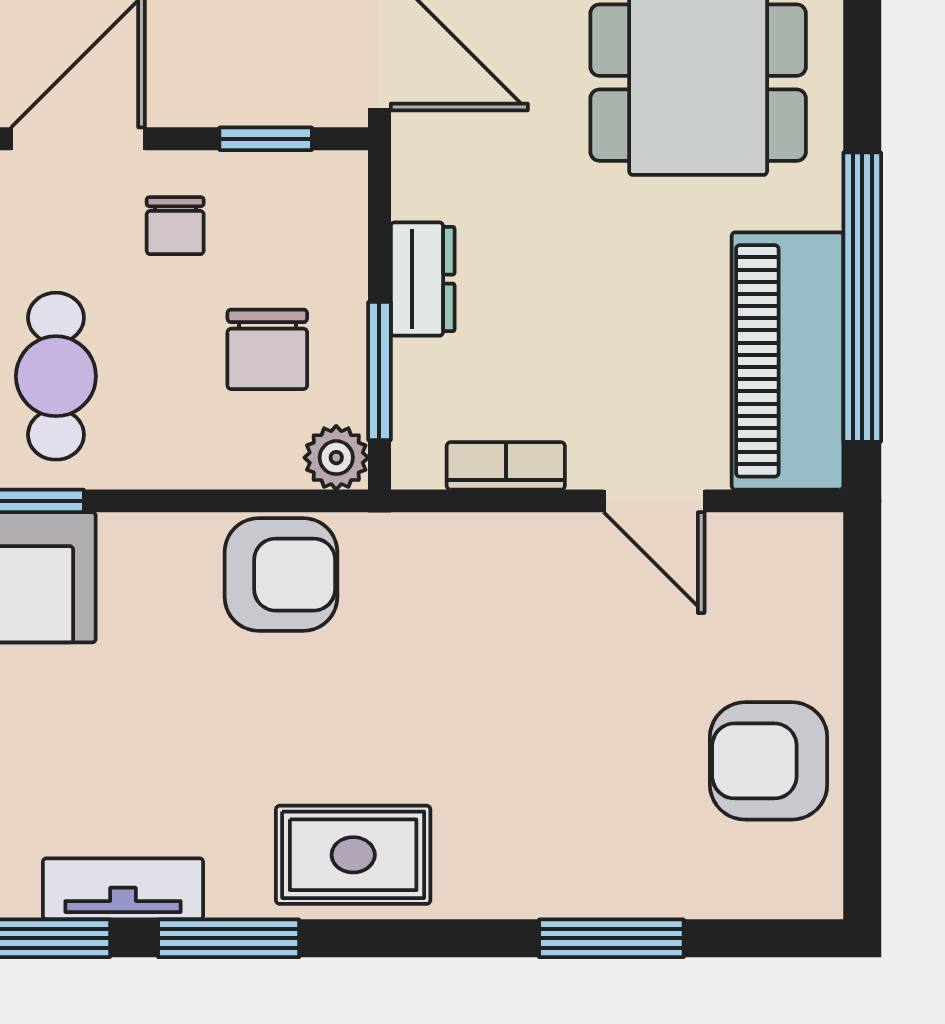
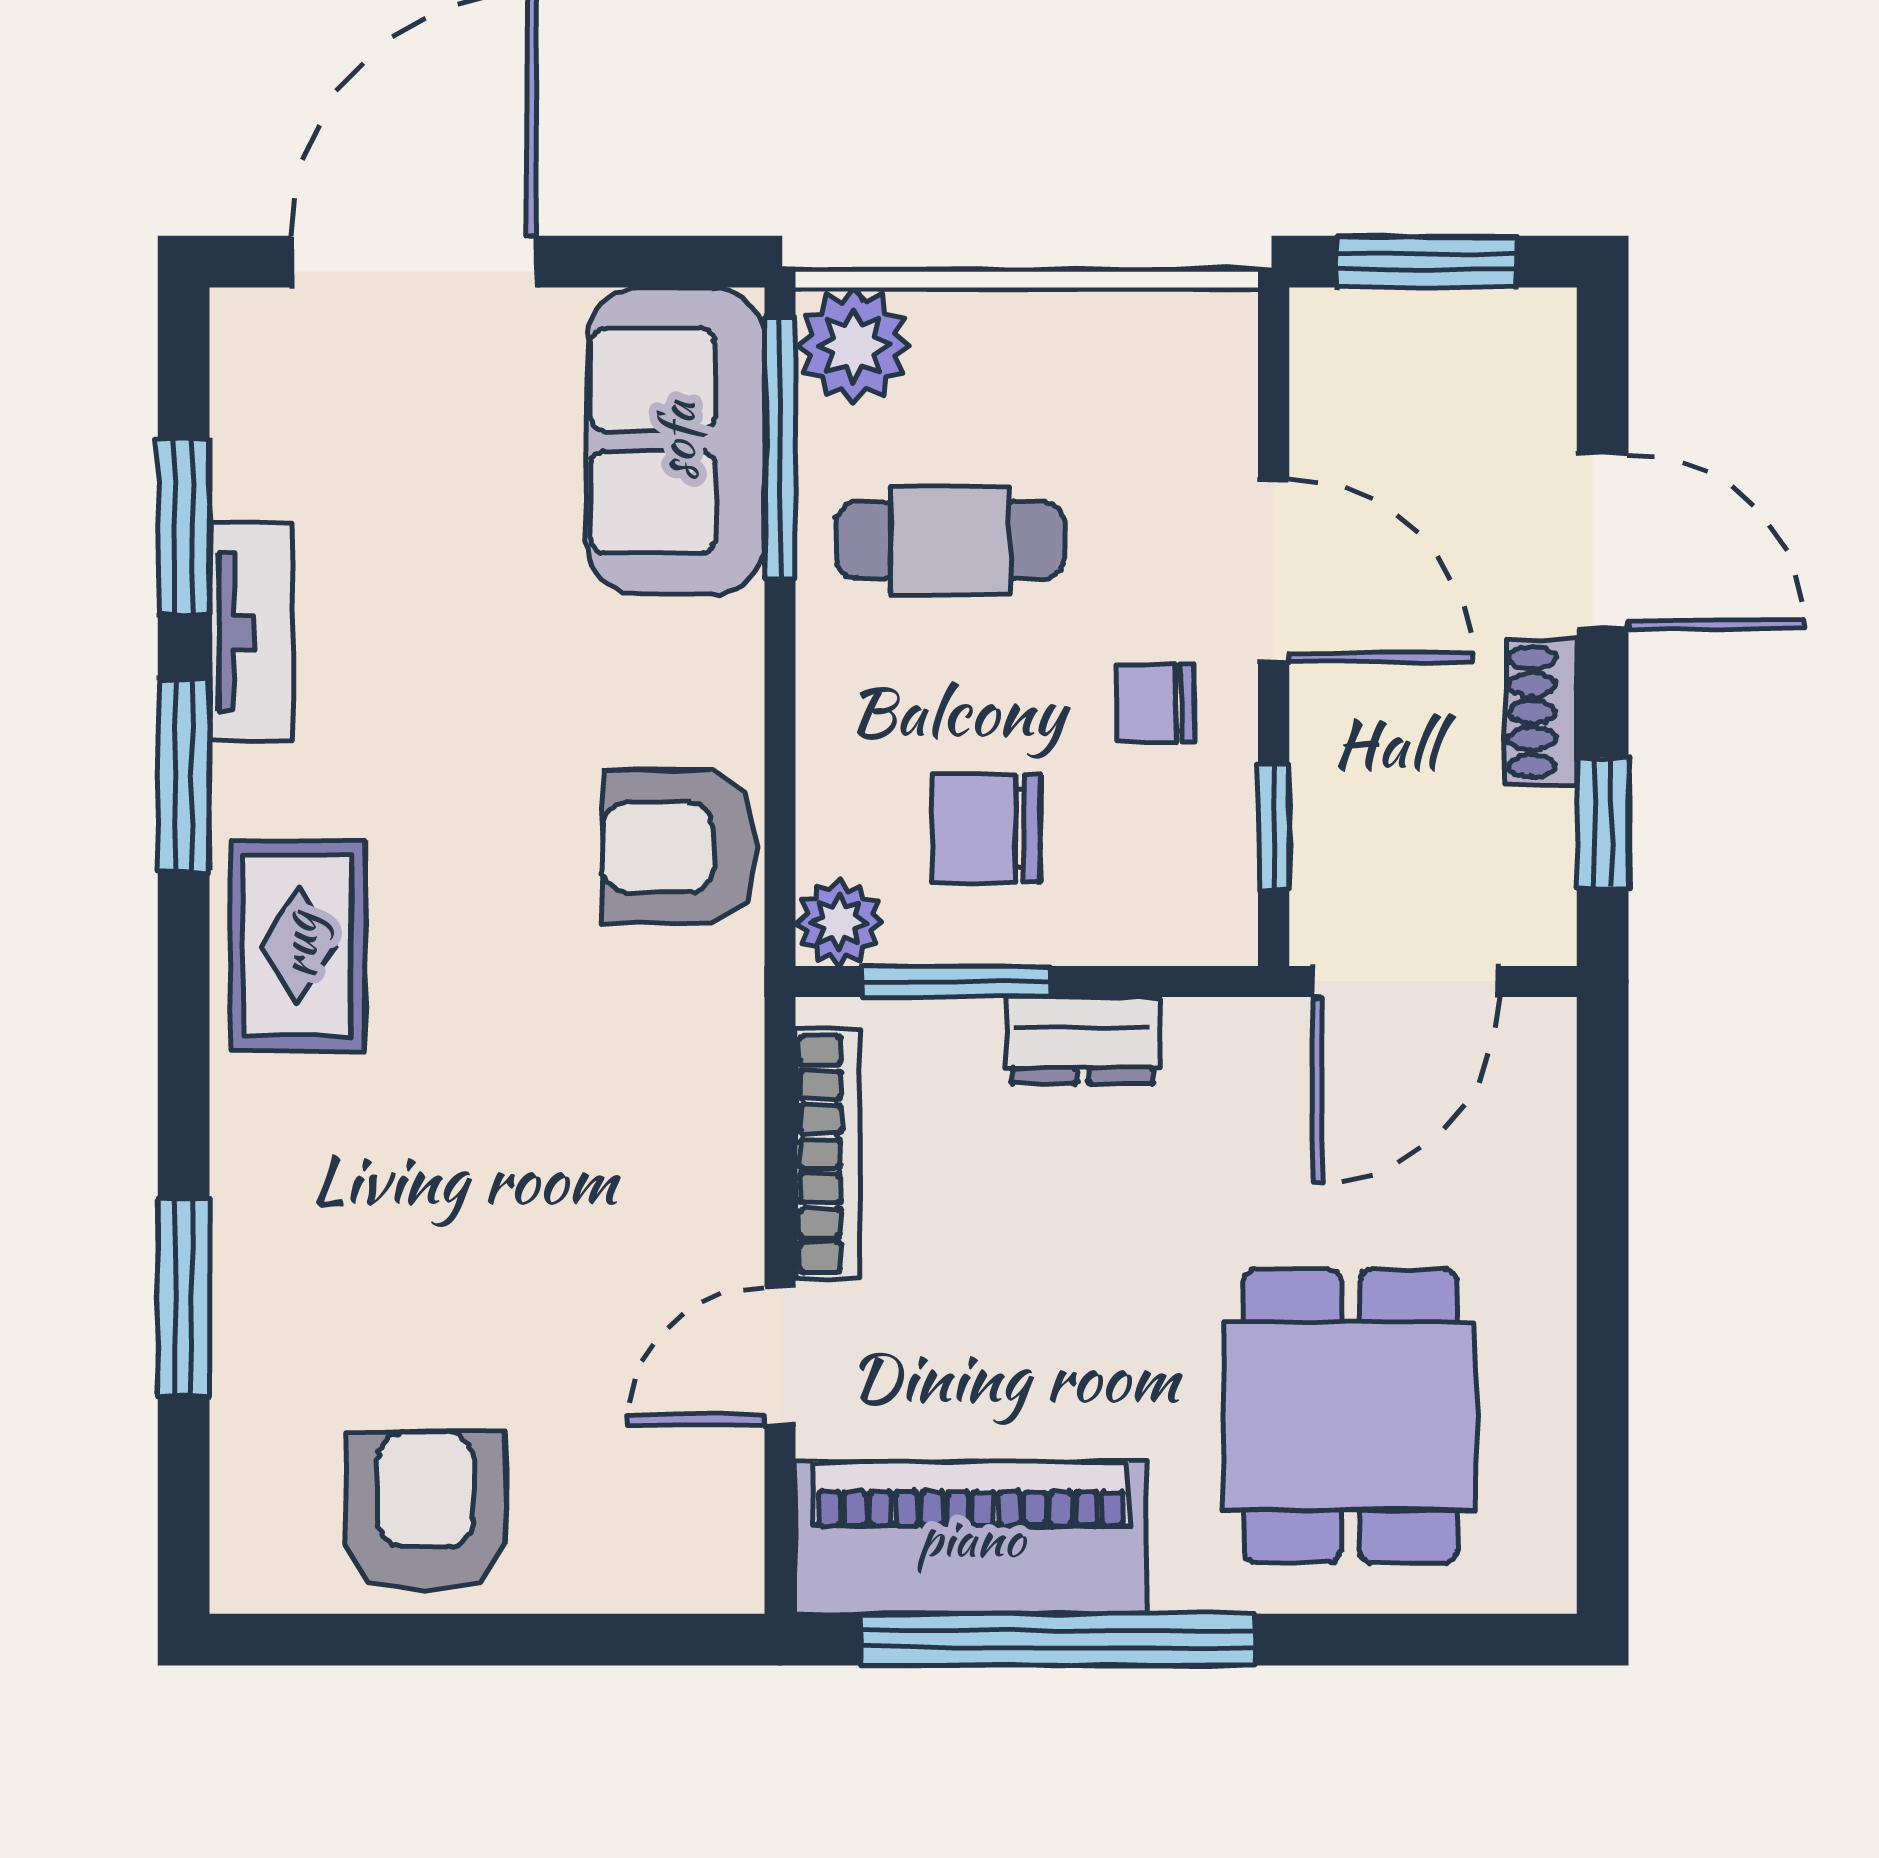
bookcase: (506, 466) -> (828, 1154), width x1.56
armchair: (281, 575) -> (680, 847), turned 90

